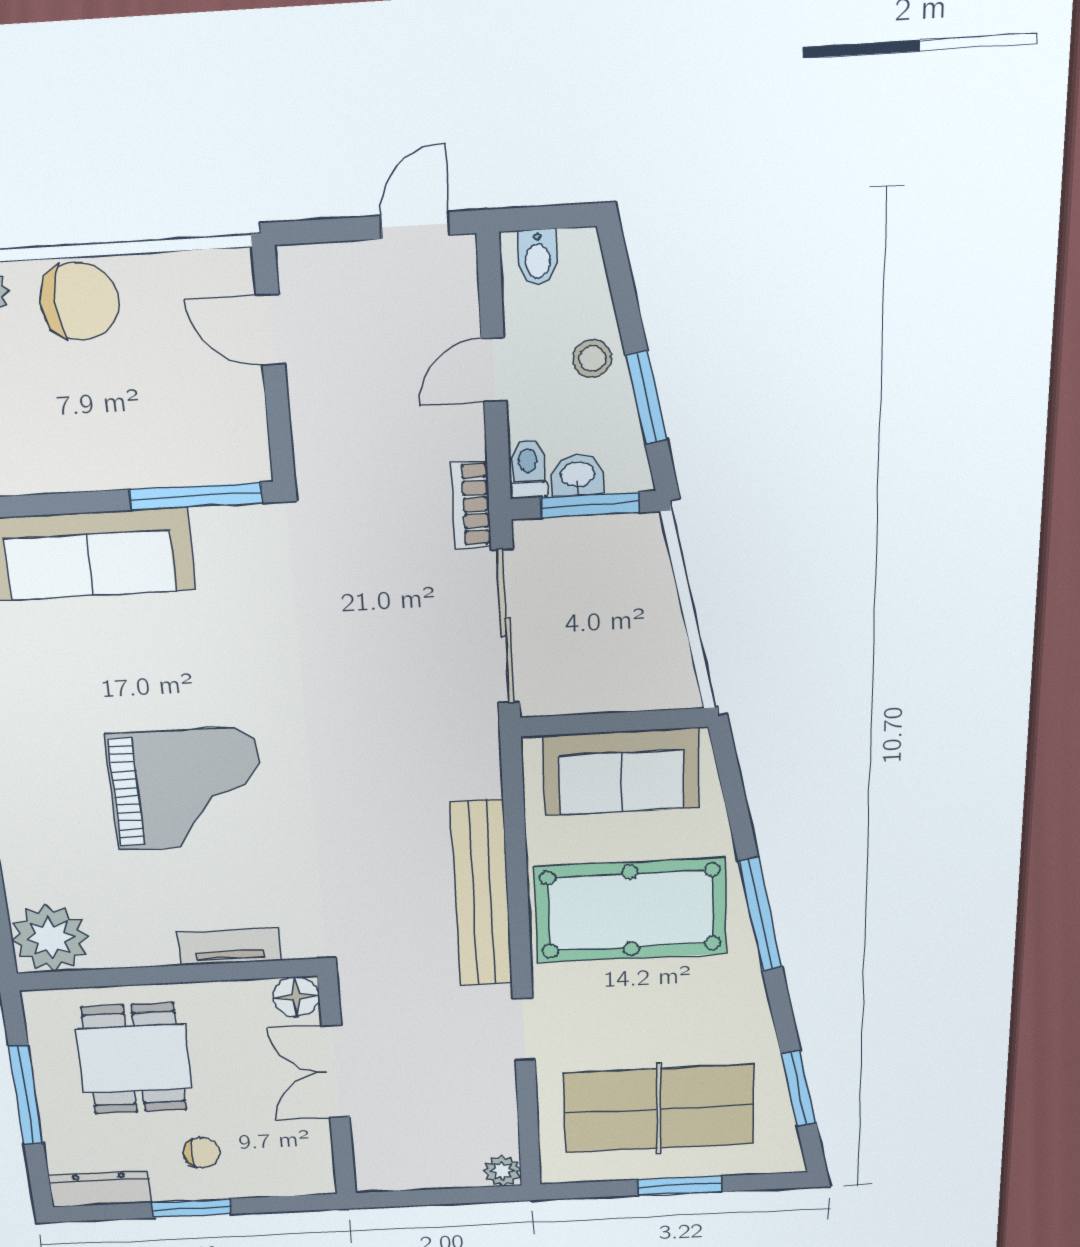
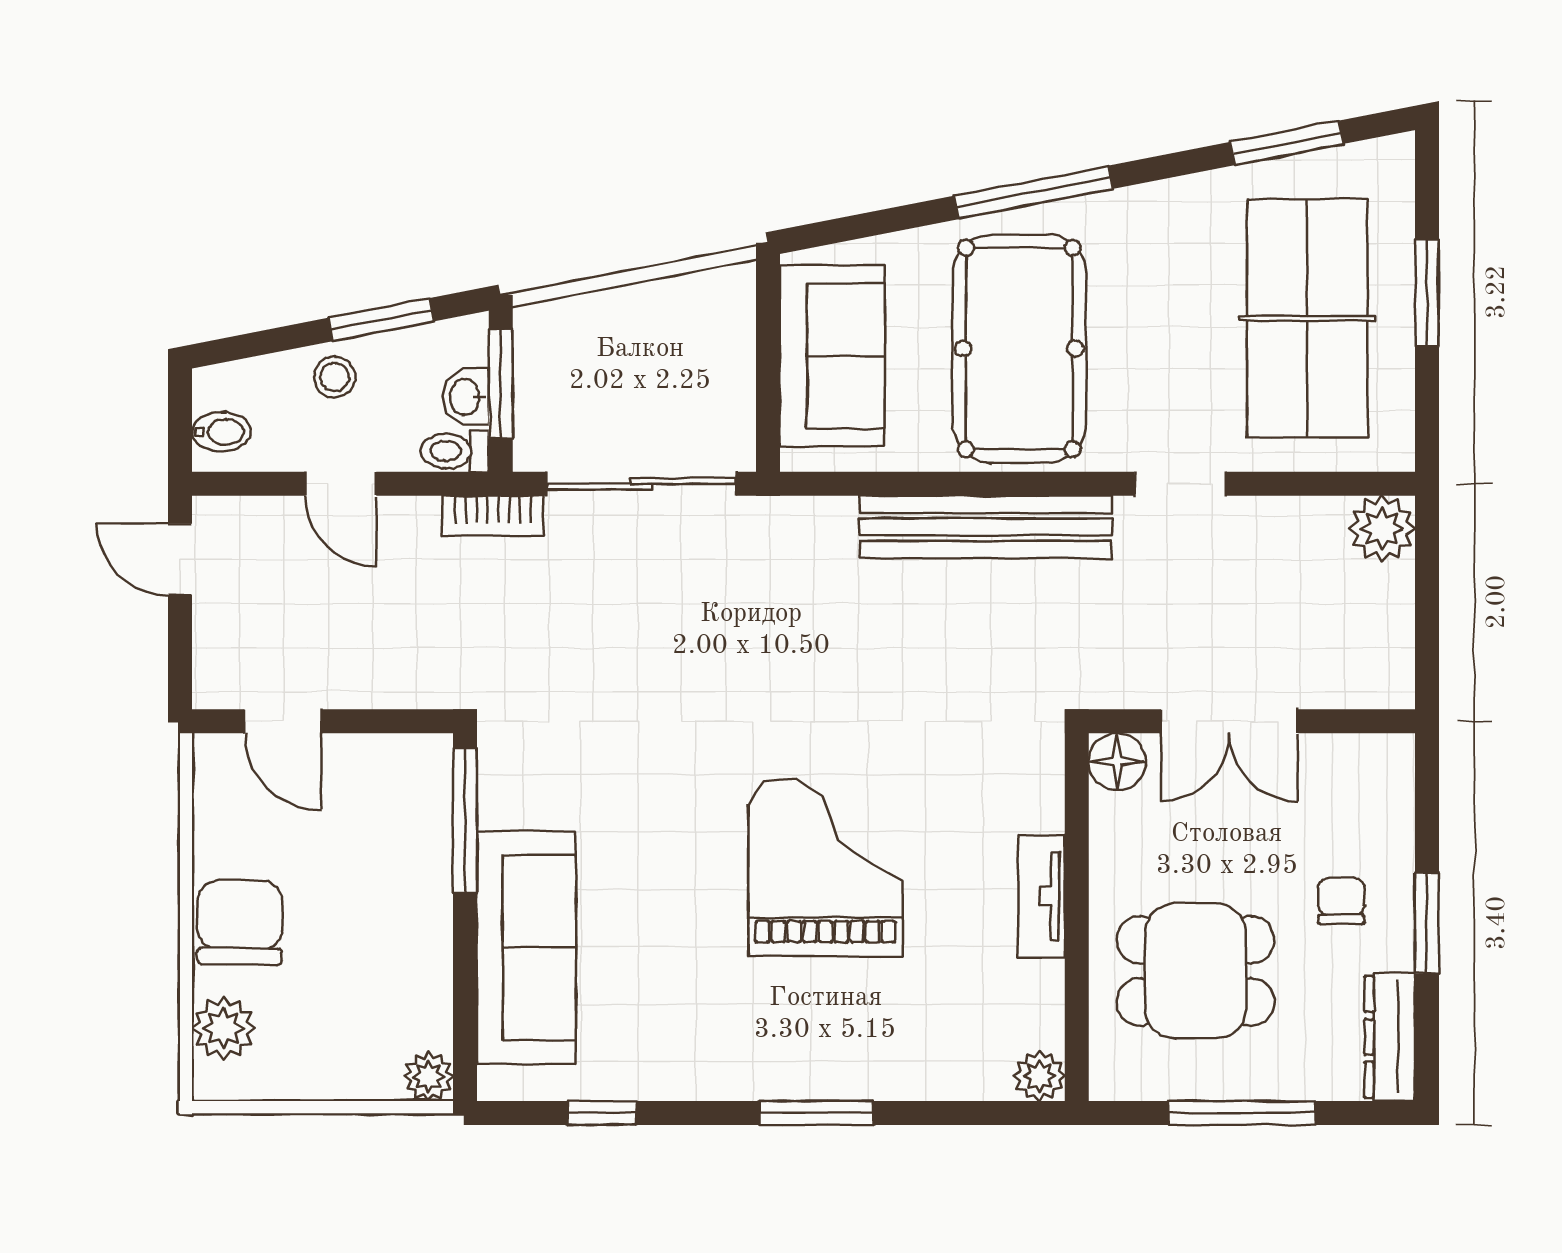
door: (271, 330) -> (283, 721), hinge flipped
plant: (50, 938) -> (1039, 1076), width x0.53, depth x0.53
tv unit: (229, 946) -> (1041, 896), moved
plant: (502, 1171) -> (1382, 529), width x1.38, depth x1.38

